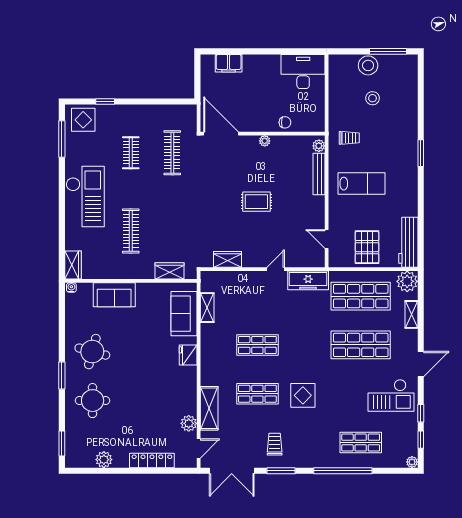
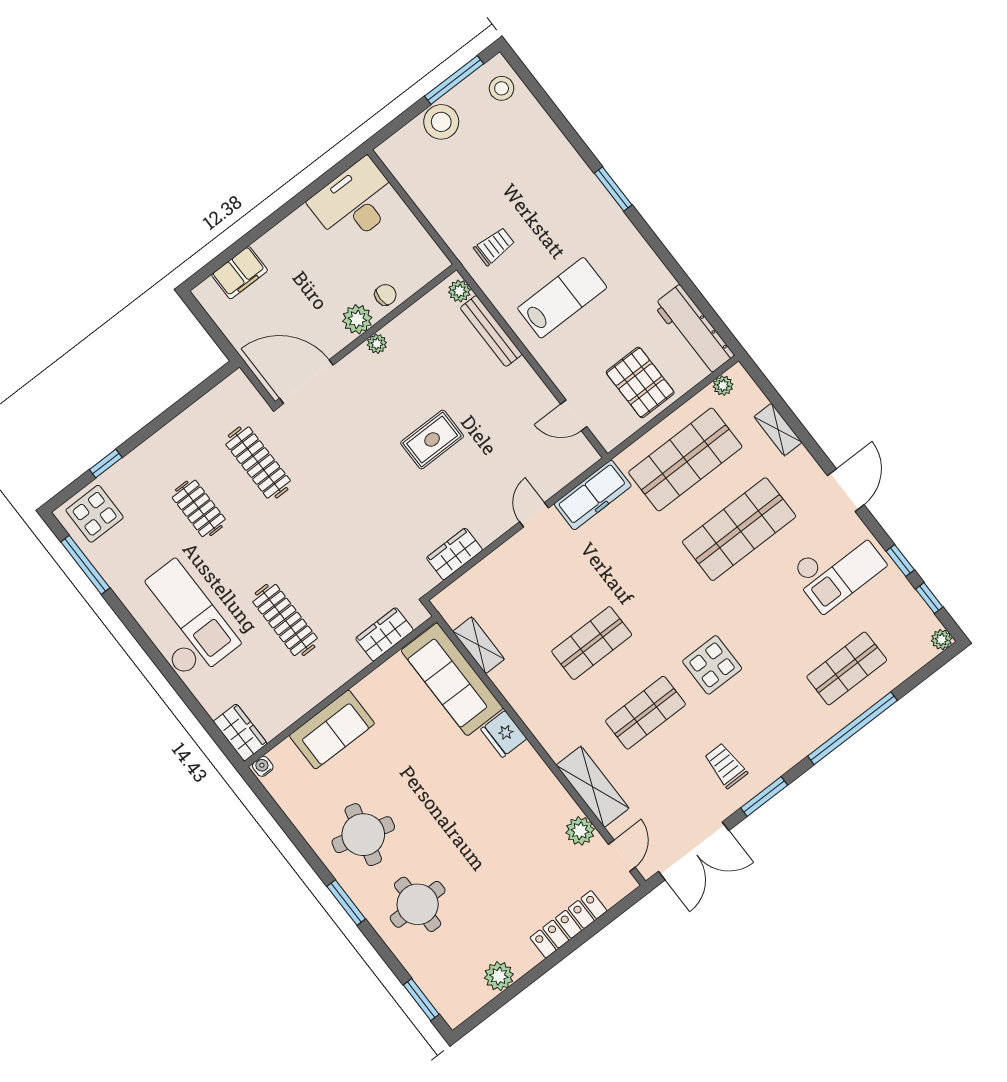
stool: (373, 98) -> (502, 88), moved
plant: (264, 124) -> (357, 319), added
plant: (407, 281) -> (723, 386), width x0.53, depth x0.53
sofa: (184, 314) -> (452, 679), width x1.36

